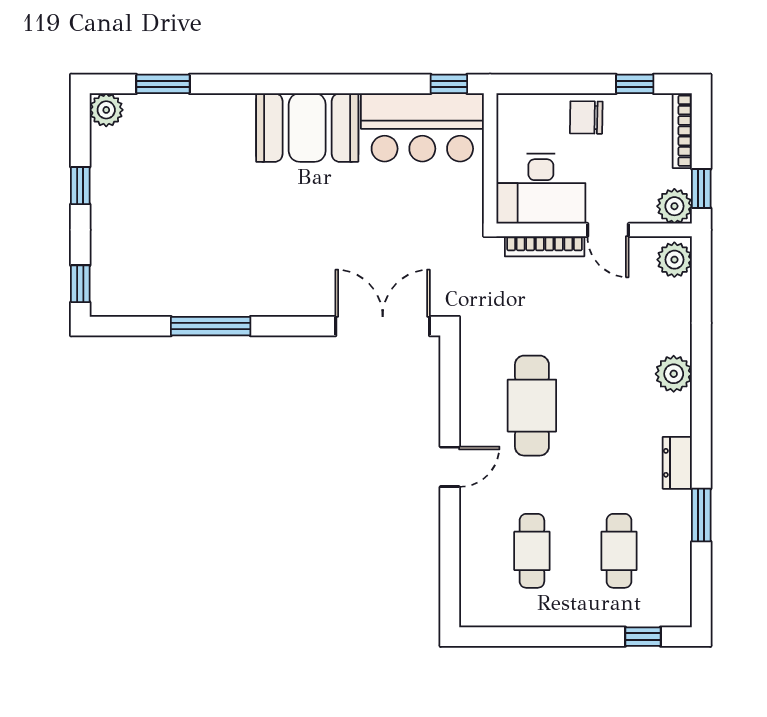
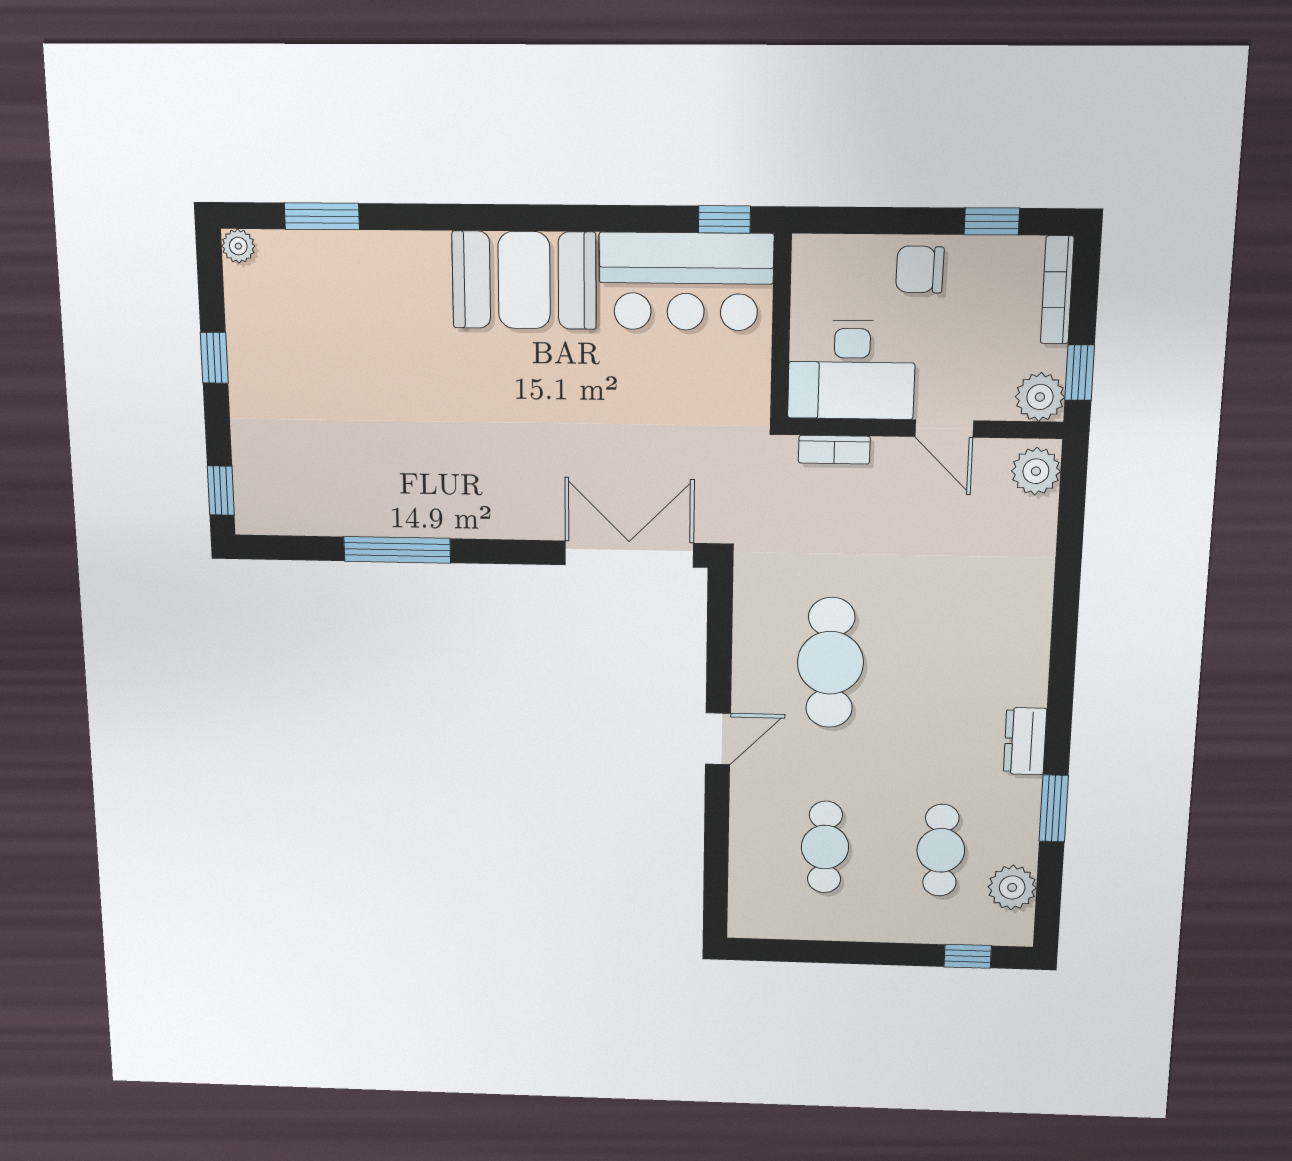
plant: (106, 110) -> (238, 246), width x0.73, depth x0.73
bookcase: (545, 246) -> (834, 450), width x0.64
plant: (674, 374) -> (1012, 887), moved

